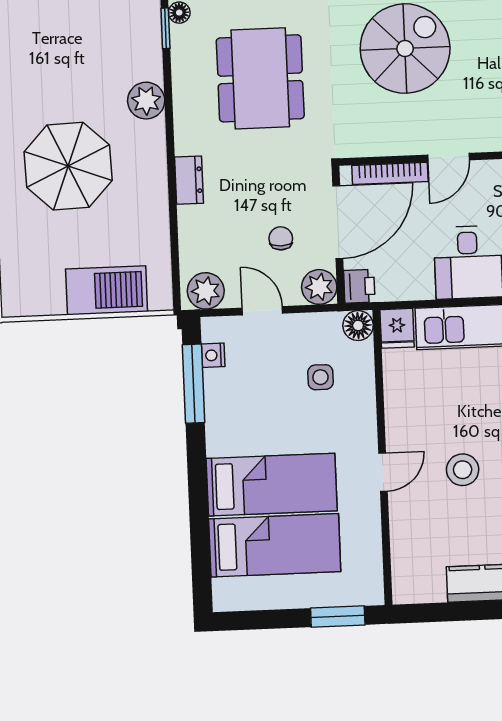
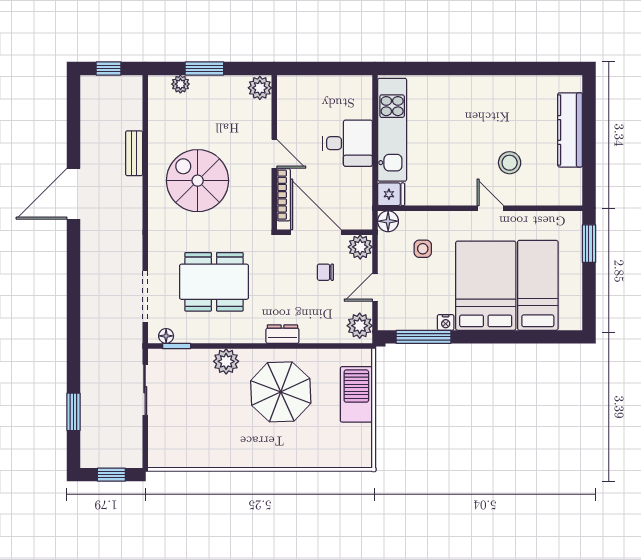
parasol: (68, 166) -> (281, 392), moved
printer: (359, 286) -> (361, 219), removed
nightstand: (213, 355) -> (446, 322), moved
stool: (463, 470) -> (510, 163), moved
bed: (272, 485) -> (486, 286), width x1.50

